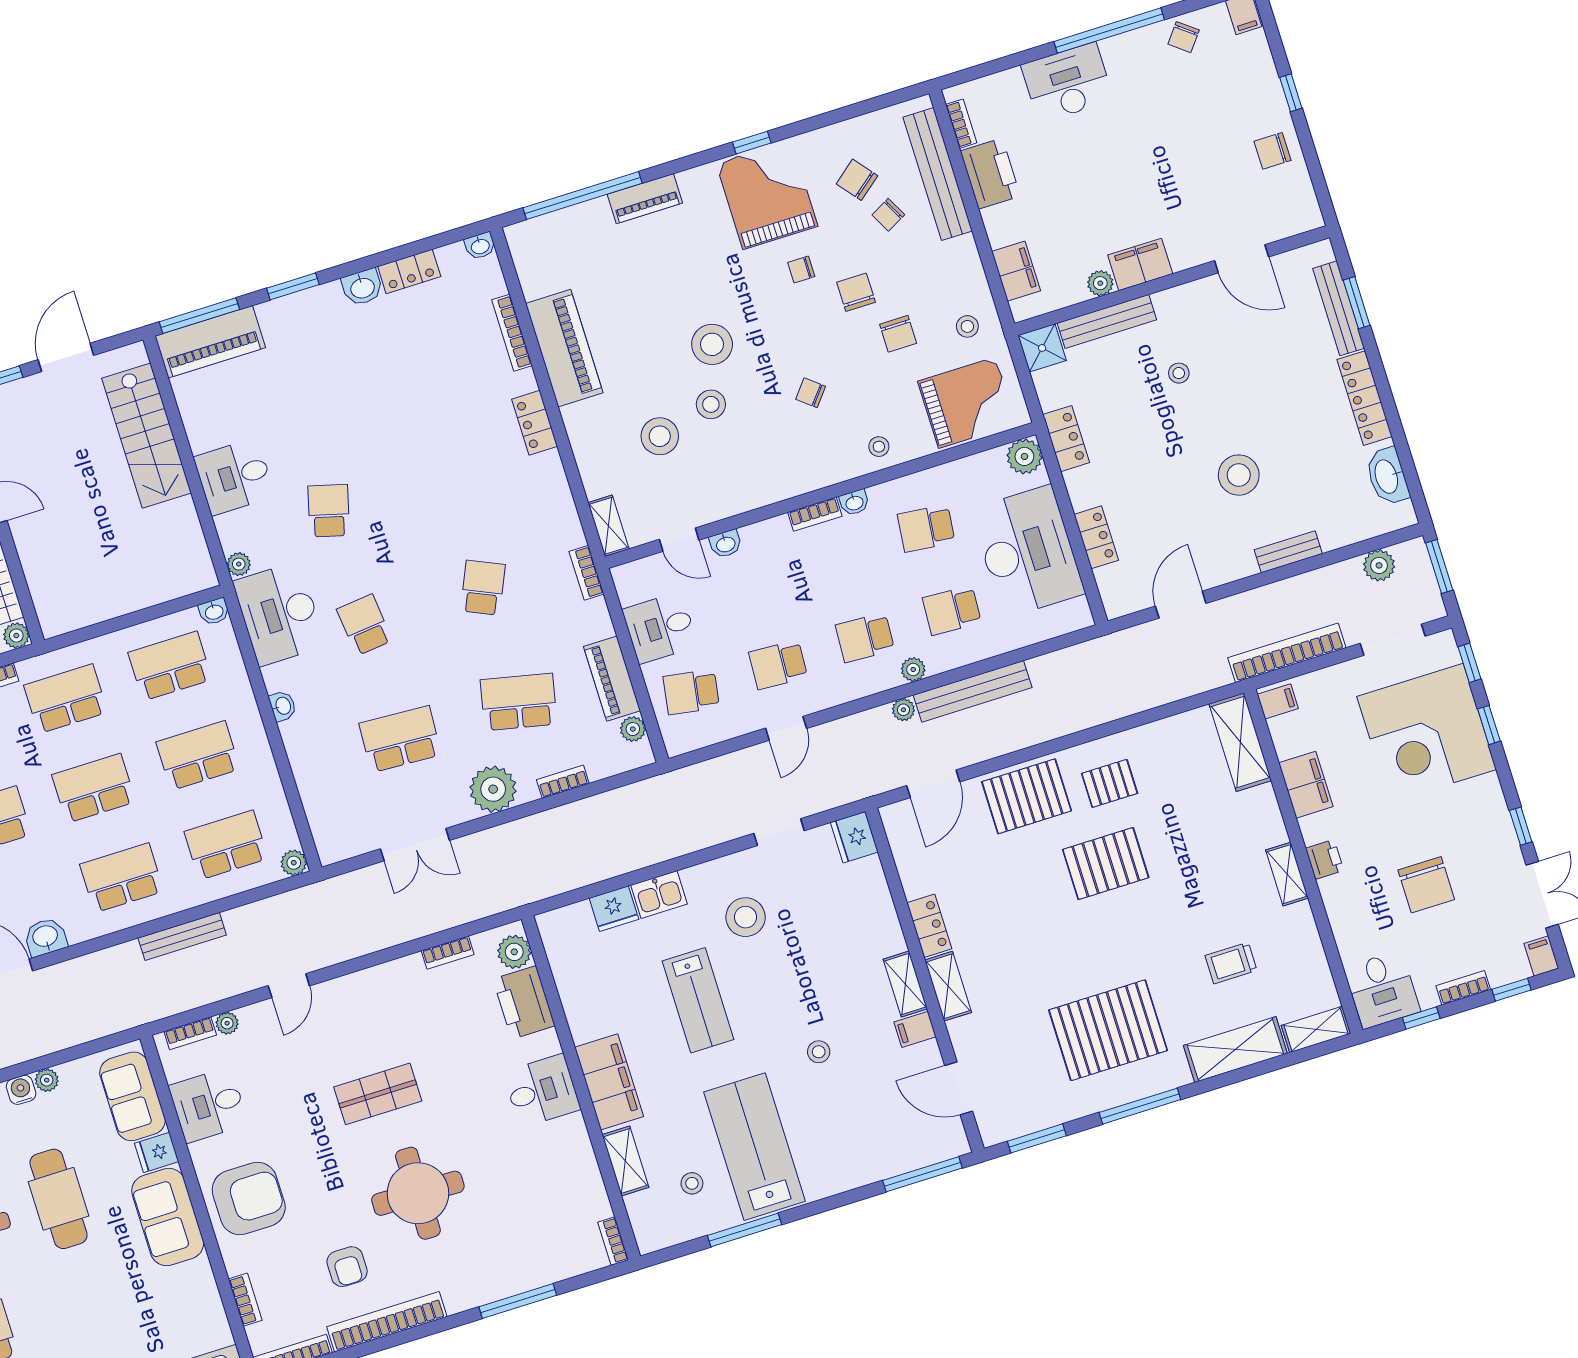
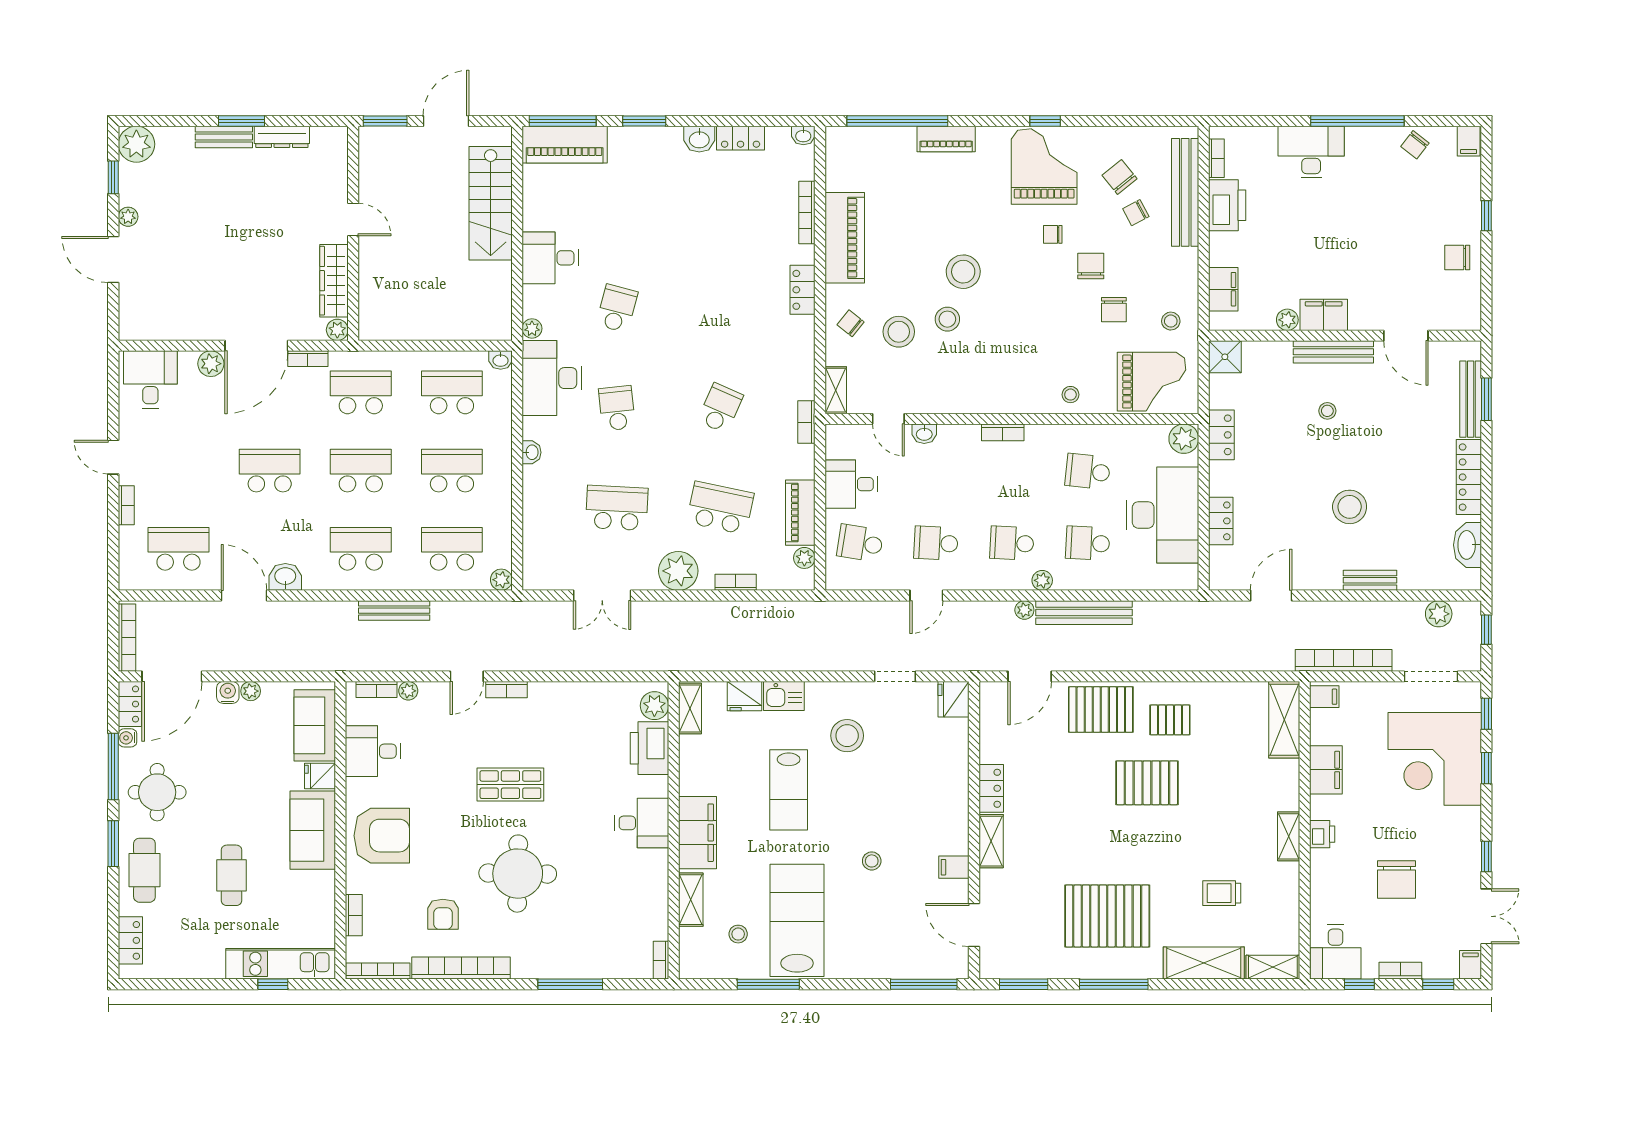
bench: (1107, 321) -> (1333, 352), moved
chair: (811, 393) -> (851, 323), moved
washbasin: (854, 503) -> (1037, 433), removed
window: (1439, 566) -> (1486, 630), width x0.67
bookcase: (448, 953) -> (506, 690), moved
shelving: (905, 984) -> (690, 709), moved
cafe table: (59, 1199) -> (232, 875), moved, width x0.73, depth x0.74

